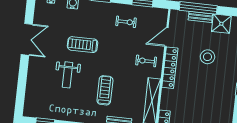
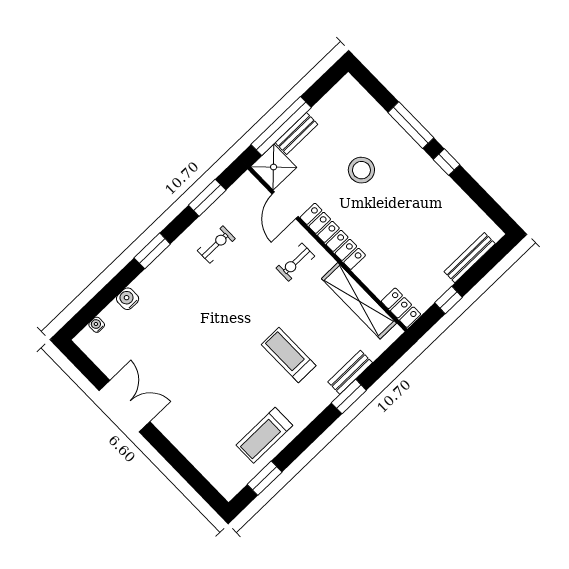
shower: (221, 24) -> (274, 167), moved
treadmill: (83, 45) -> (264, 435), moved
weight bench: (67, 75) -> (223, 390), removed

